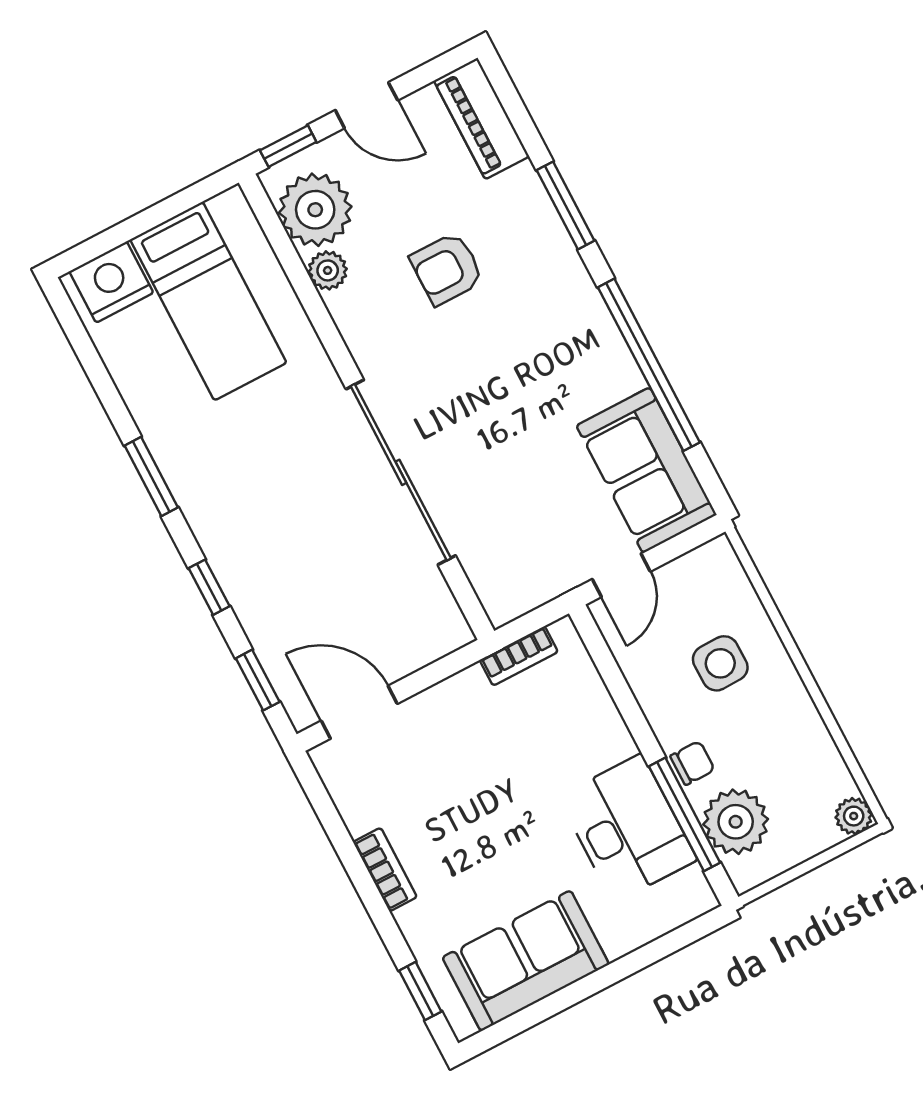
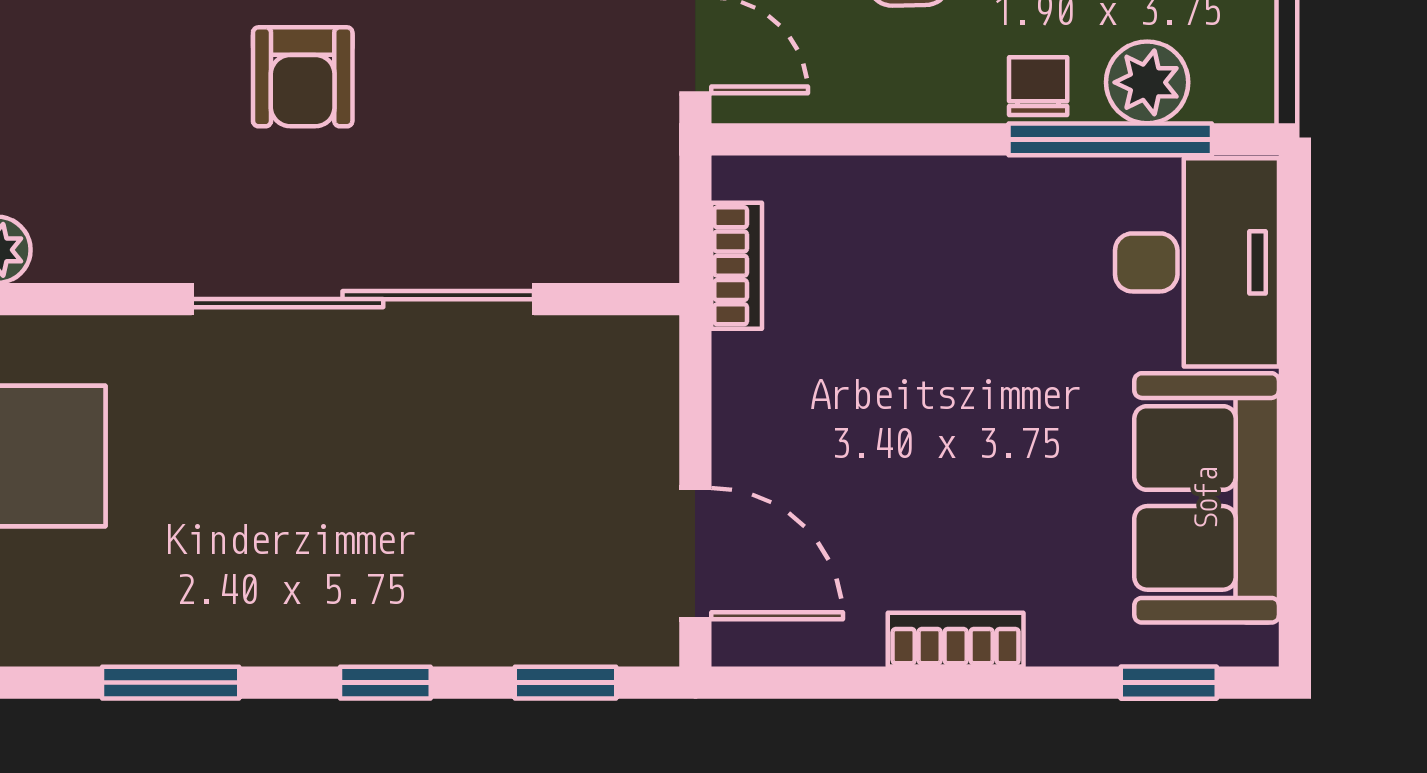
armchair: (447, 269) -> (303, 77), moved
door: (359, 712) -> (695, 554), swing flipped
plant: (736, 822) -> (1147, 82), width x0.73, depth x0.73
desk: (628, 828) -> (1197, 262), moved, turned 90

